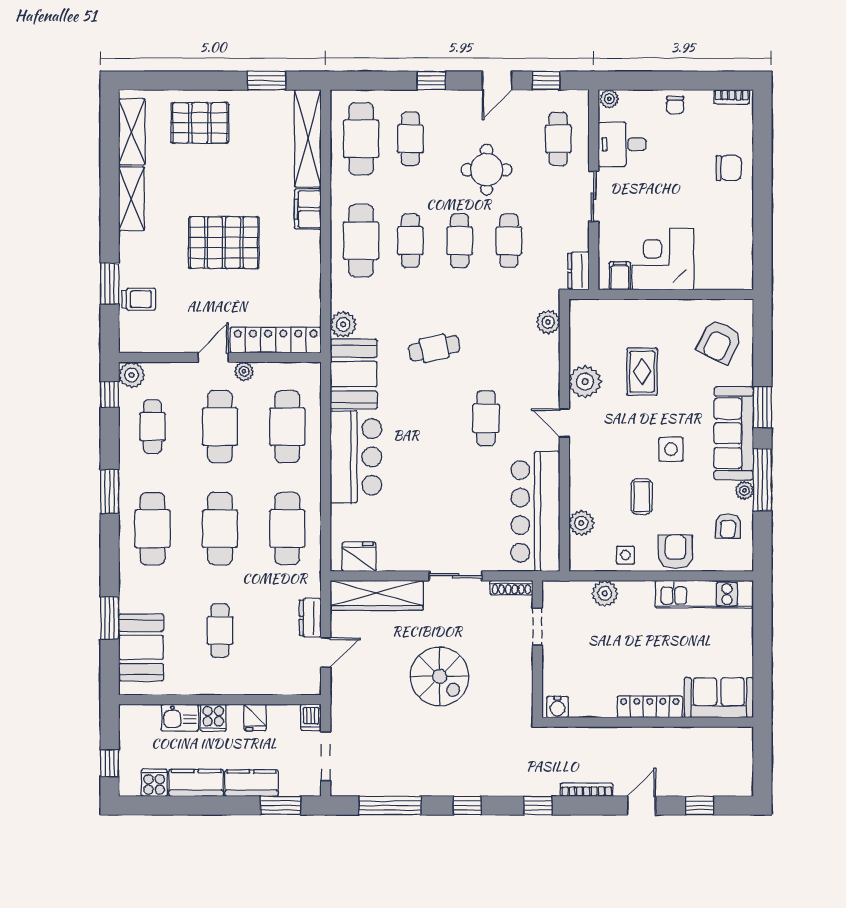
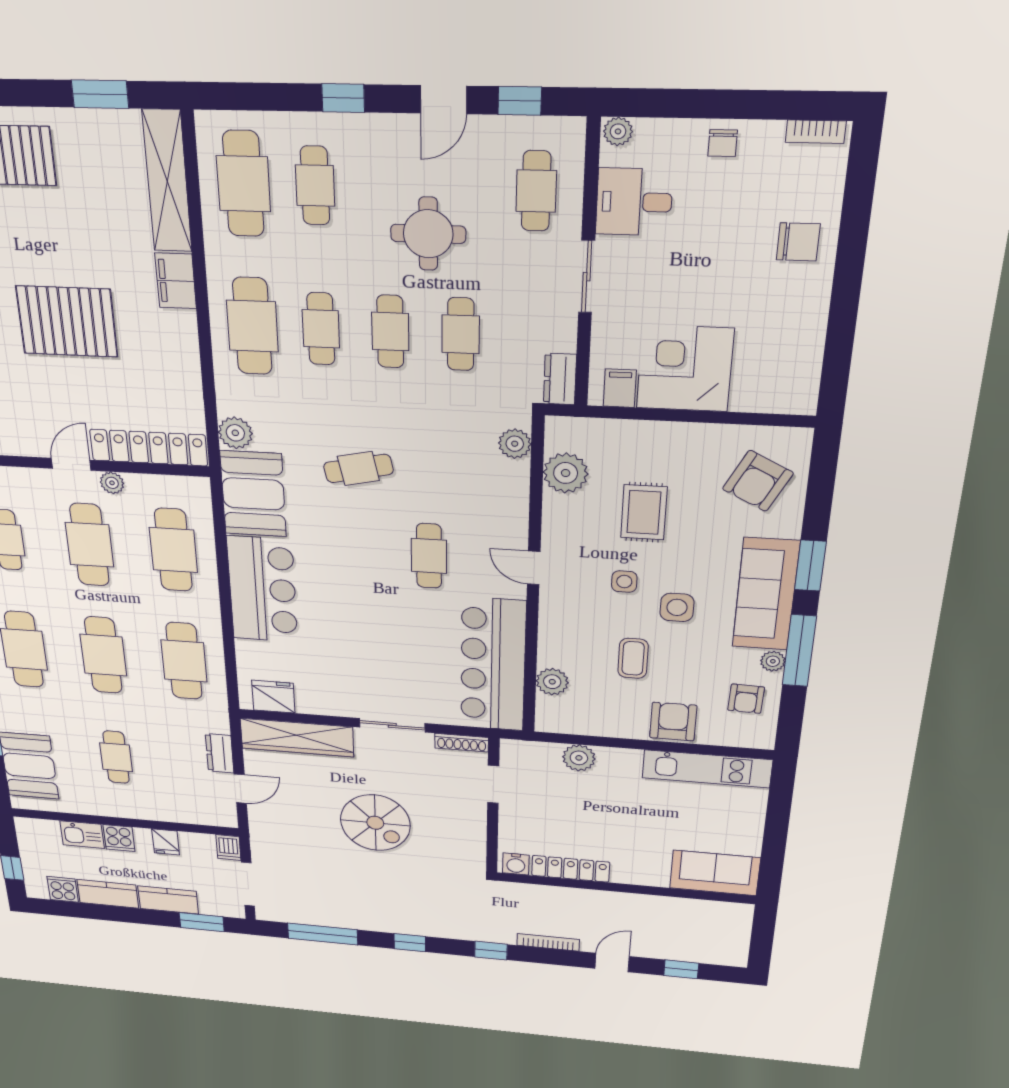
plant: (585, 382) -> (566, 473), moved
side table: (625, 555) -> (624, 582), moved
locker: (650, 707) -> (571, 869), moved

